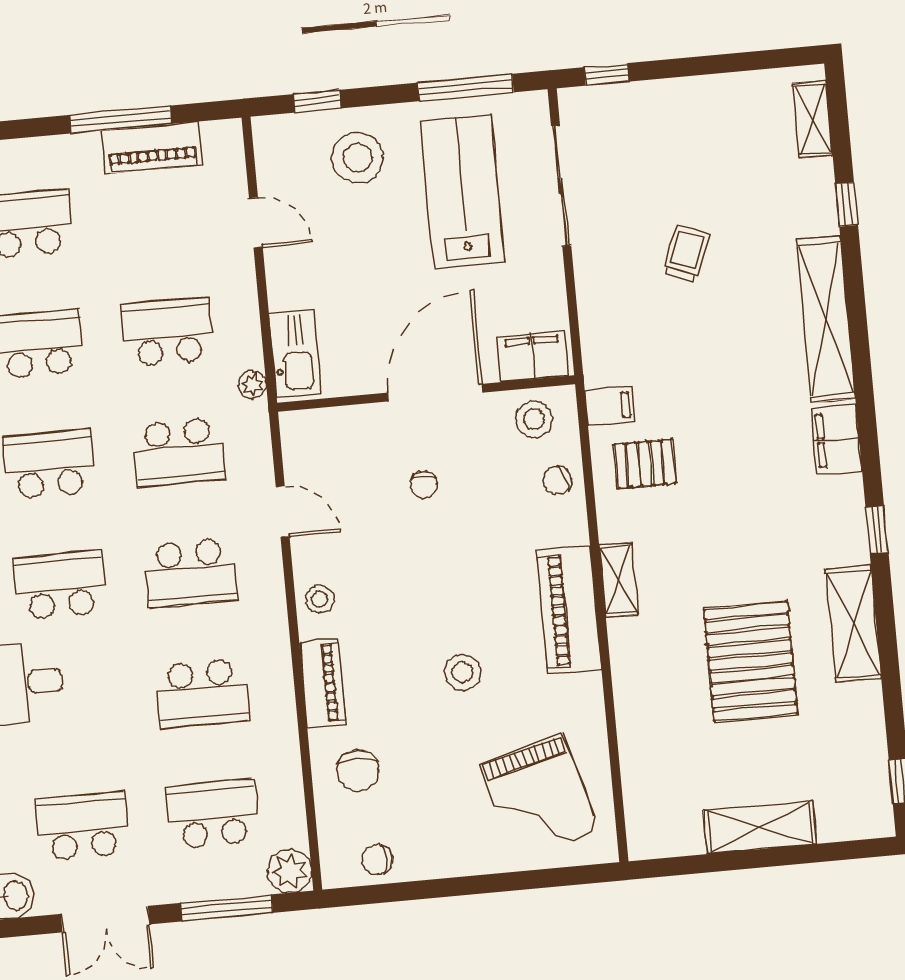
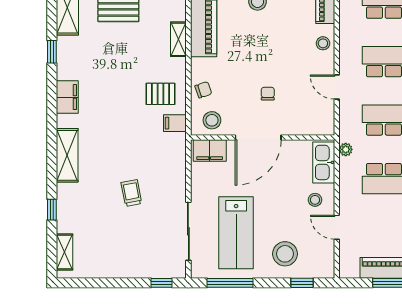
trolley: (686, 254) -> (131, 193), turned 148
stool: (306, 275) -> (315, 200), added
shelving: (826, 319) -> (67, 155), width x0.68

